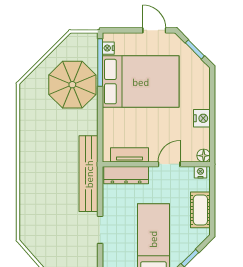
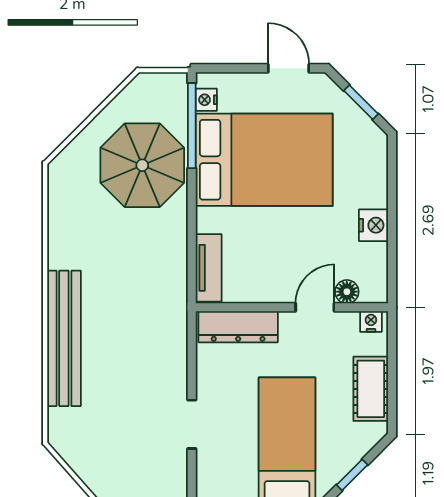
tv unit: (130, 155) -> (209, 268), moved, turned 90
floor lamp: (204, 156) -> (347, 292), moved
bench: (89, 174) -> (64, 338), moved

